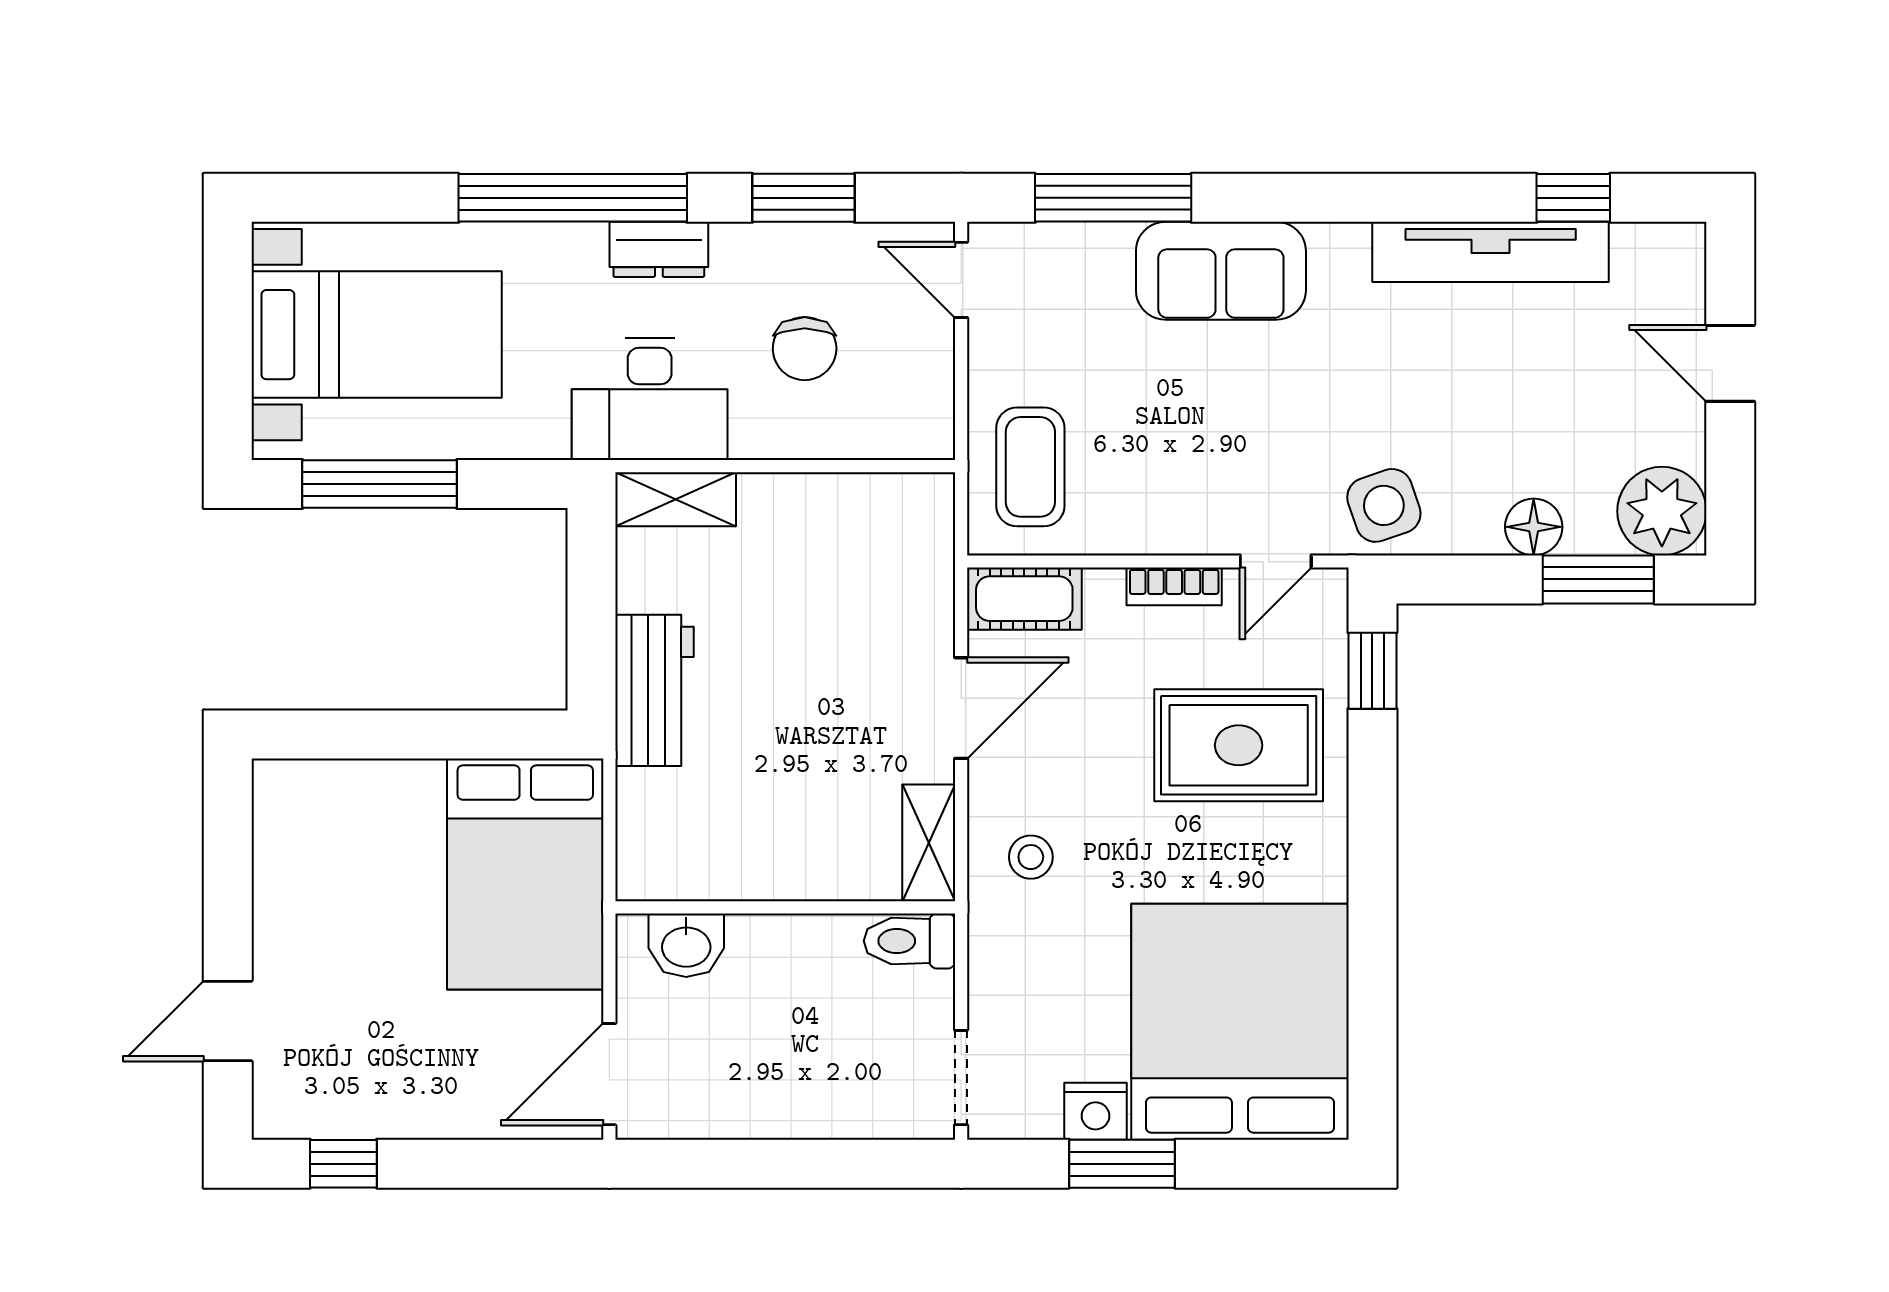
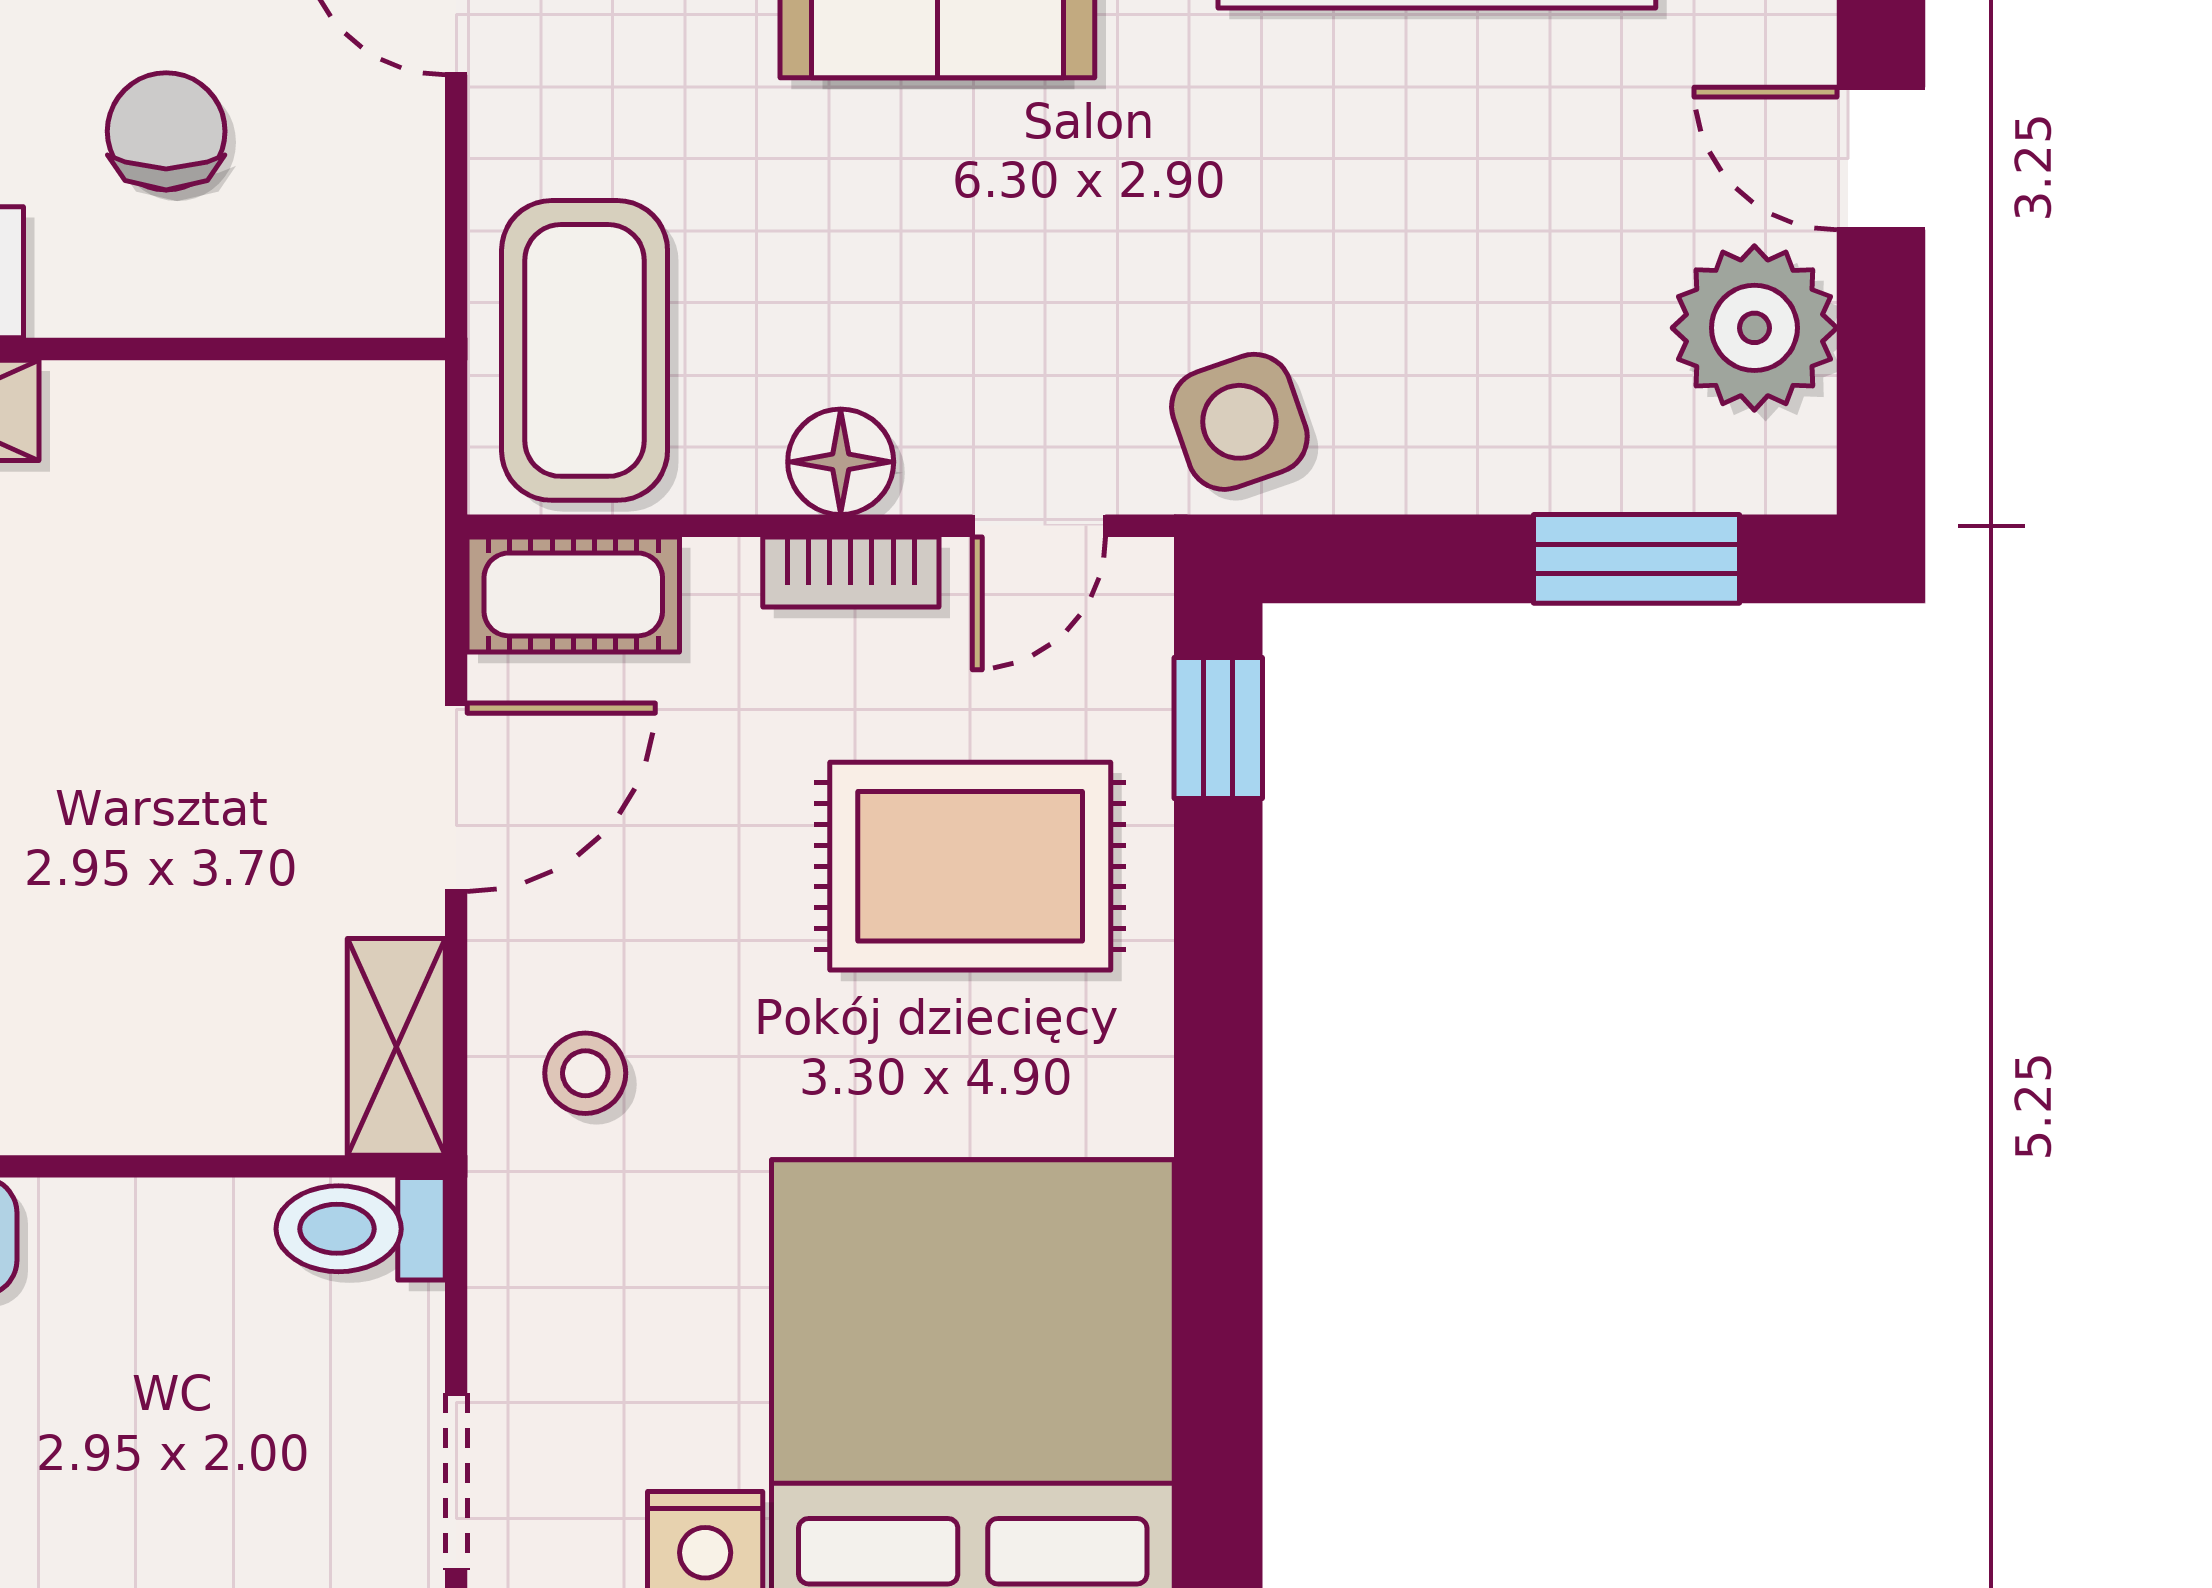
chair: (805, 349) -> (166, 131), turned 180
coffee table: (1030, 467) -> (585, 350), width x1.36, depth x1.32
plant: (1662, 511) -> (1754, 328), moved
floor lamp: (1534, 527) -> (841, 462), moved

